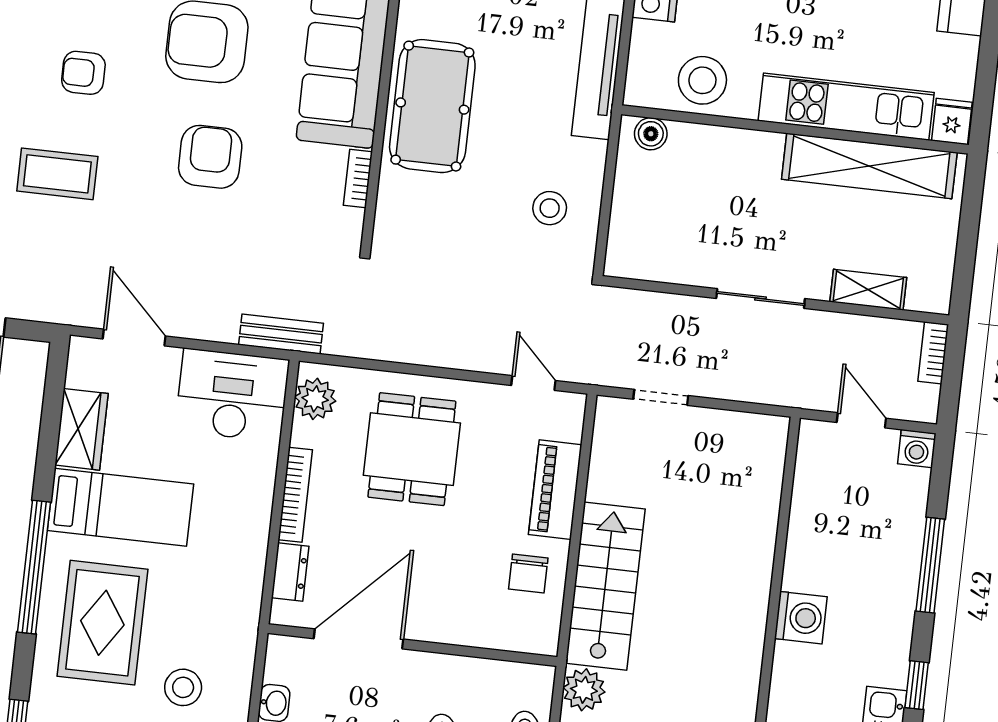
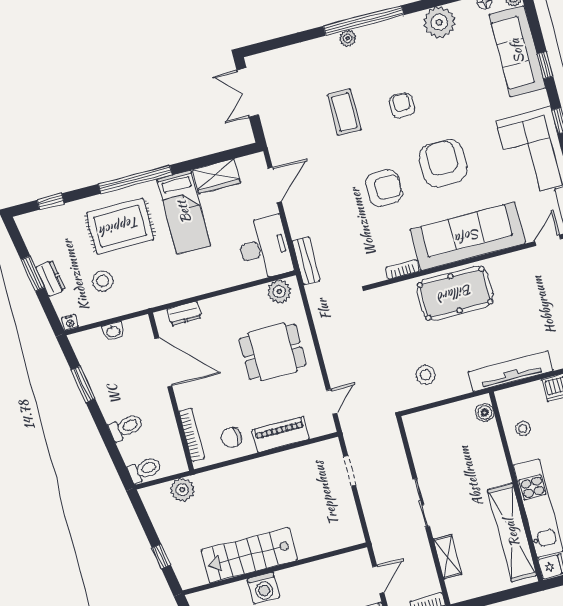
stool: (702, 80) -> (523, 429), width x0.53, depth x0.53
bookcase: (295, 495) -> (192, 435), moved, turned -90
stairs: (605, 586) -> (249, 555), moved, turned 180

